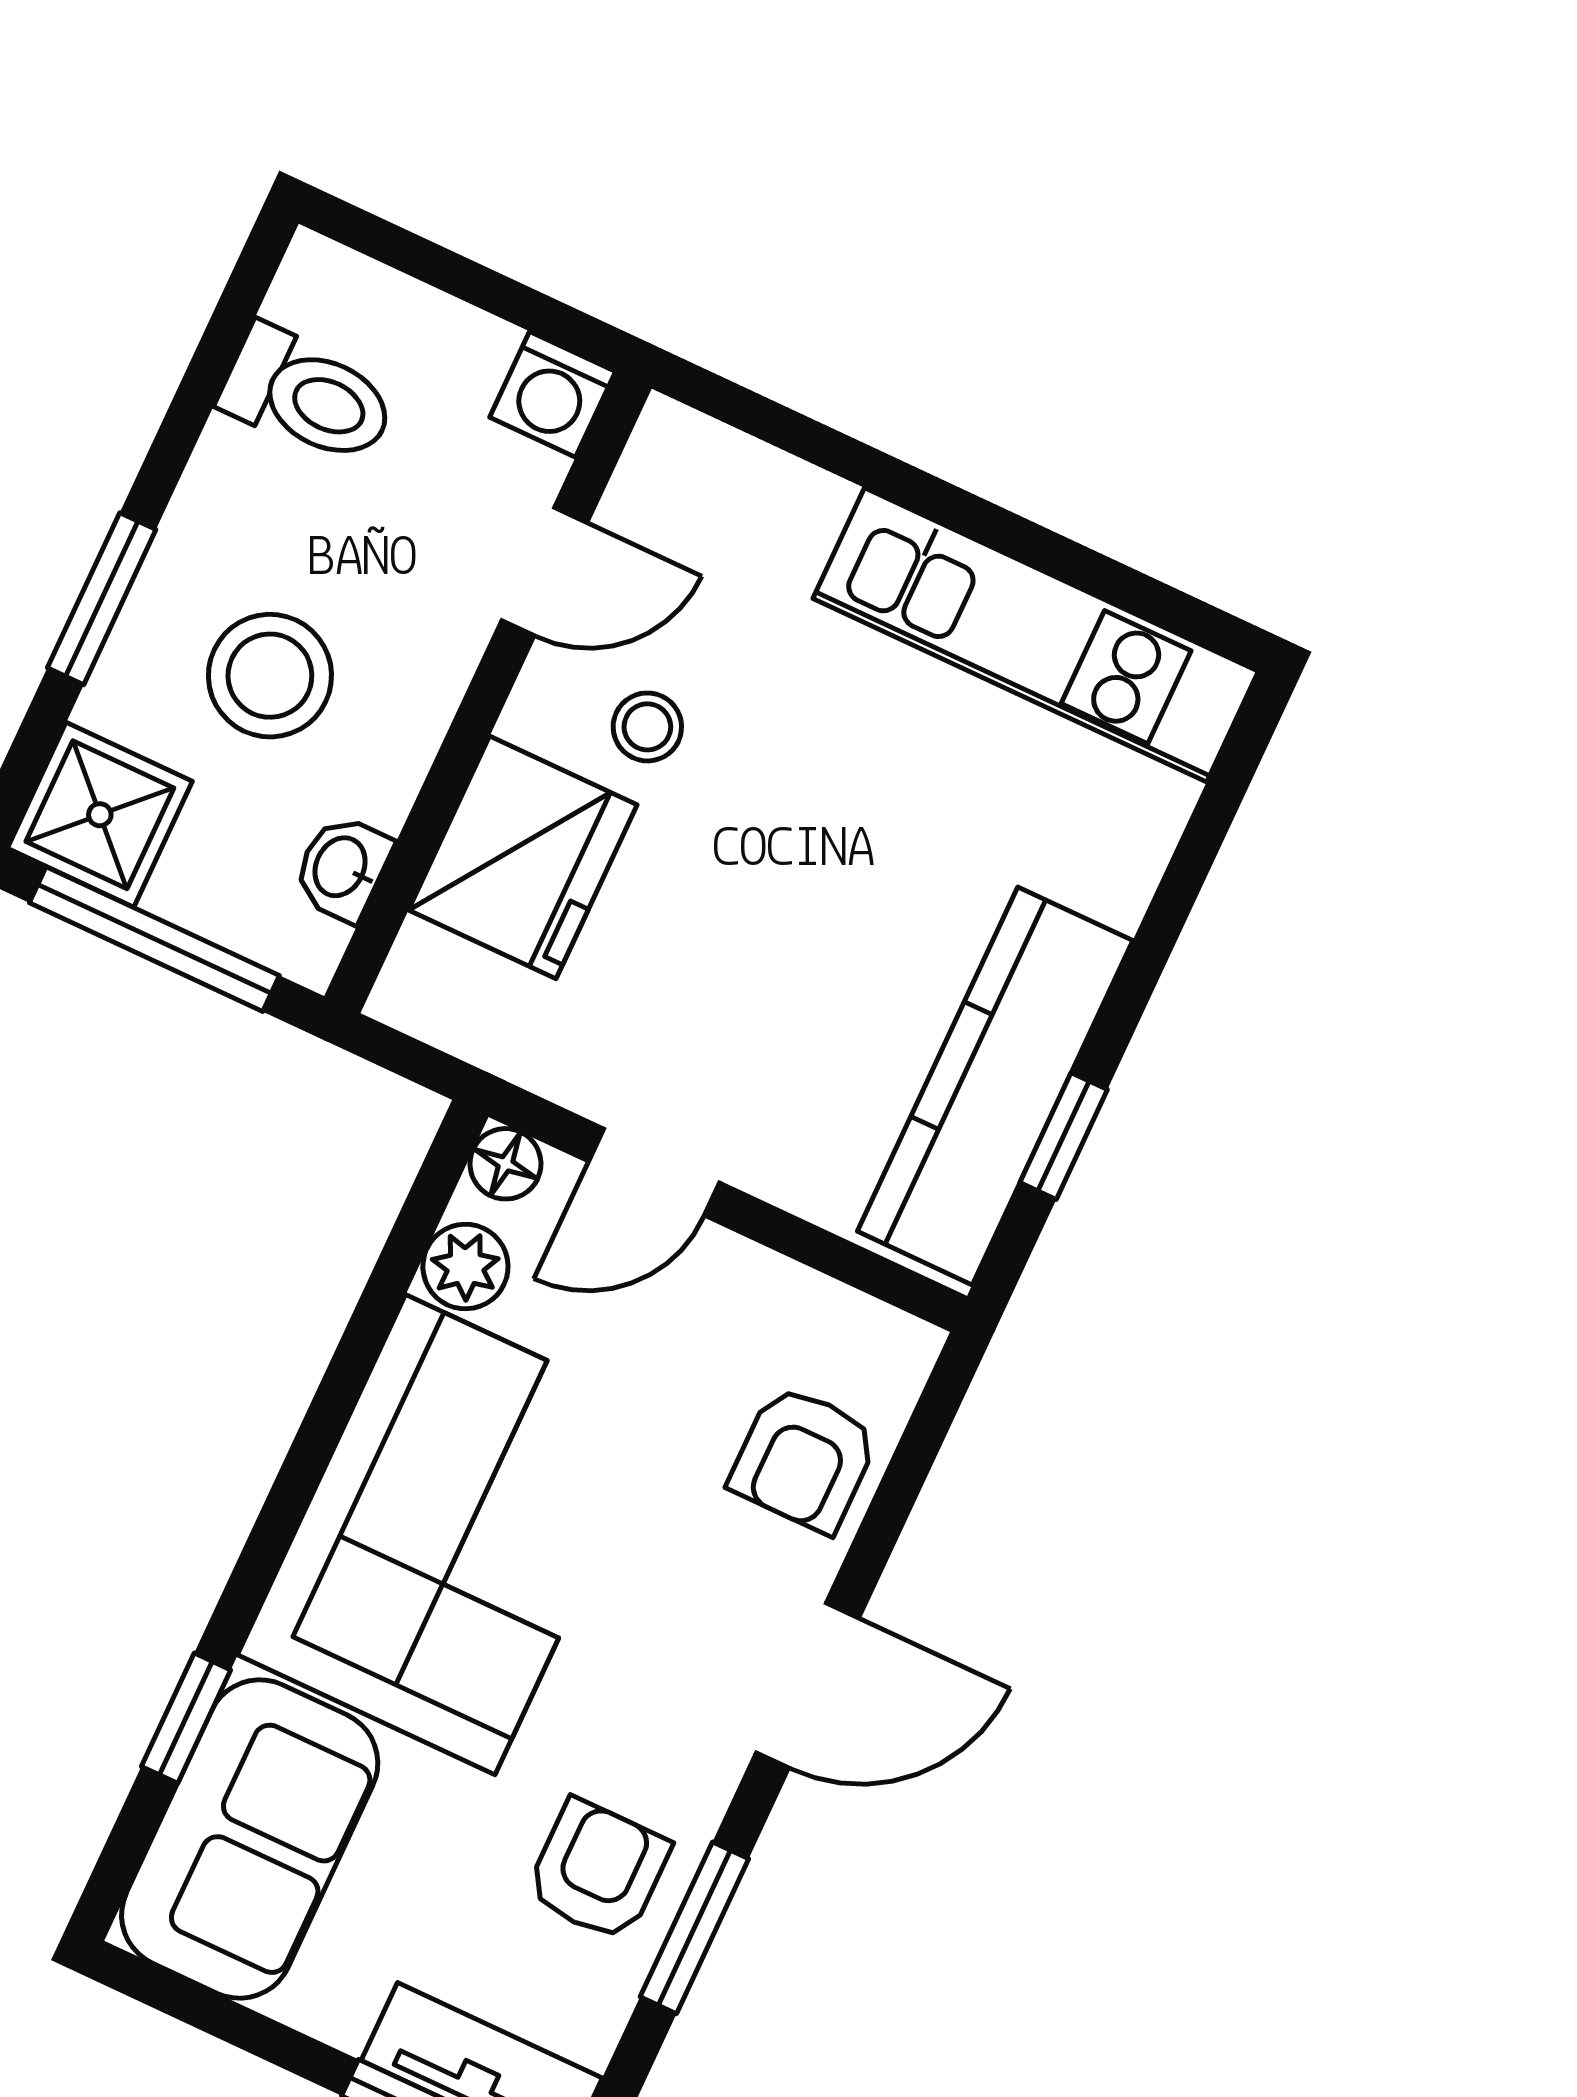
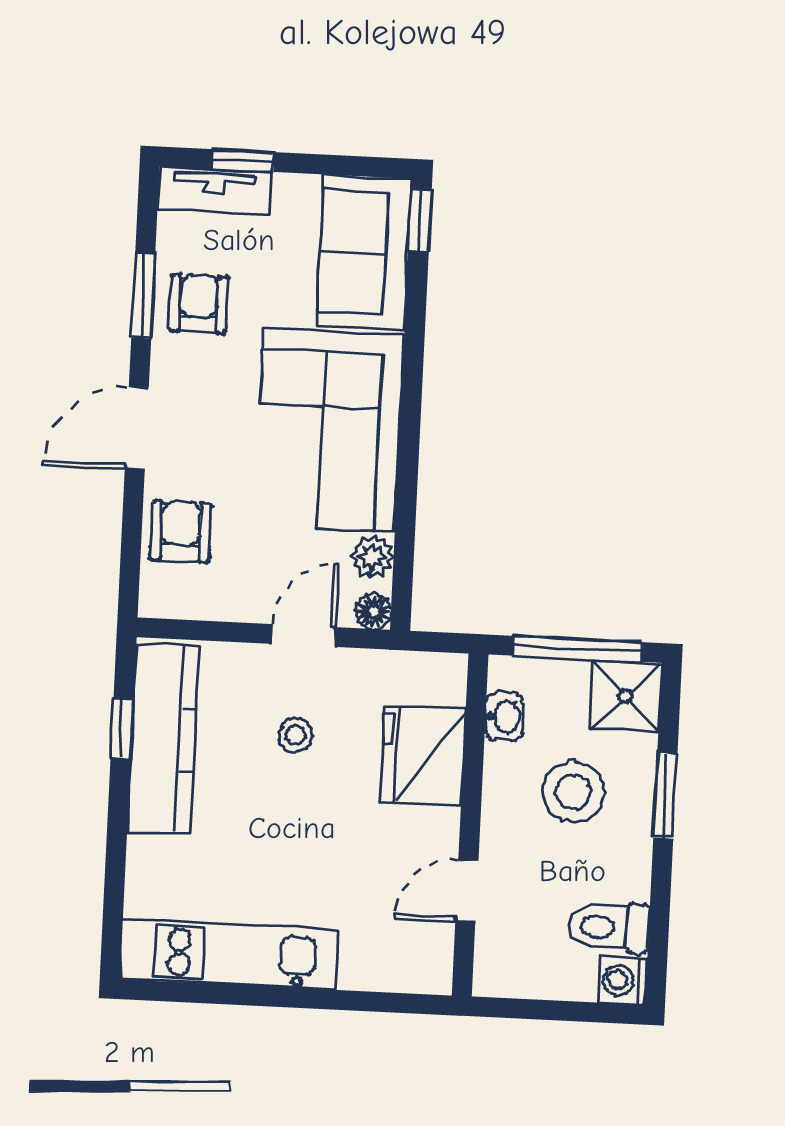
washing machine: (553, 394) -> (623, 980), moved, turned -90
stool: (647, 727) -> (296, 735), moved
window: (186, 1718) -> (420, 221), moved
armchair: (598, 1870) -> (198, 304), turned 180

